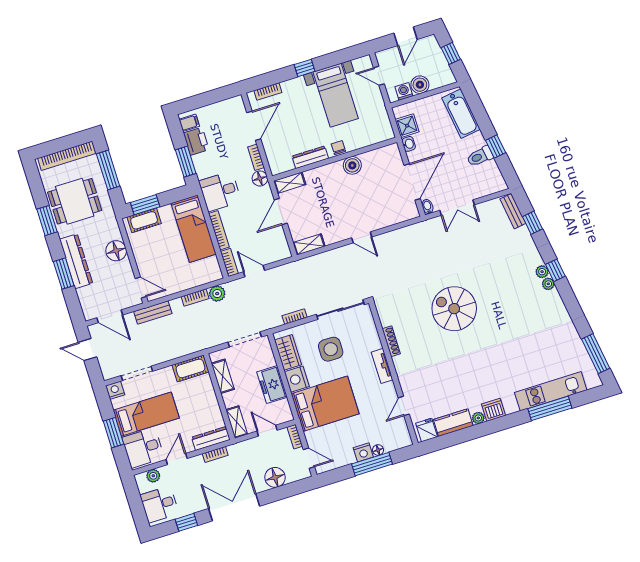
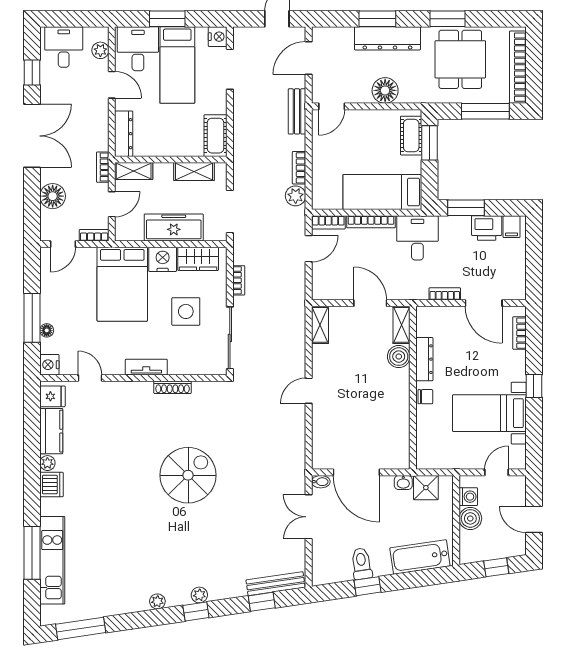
boiler: (352, 165) -> (399, 357), moved
floor lamp: (260, 178) -> (418, 291), removed
bench: (513, 211) -> (276, 584), width x1.36
plant: (548, 284) -> (157, 601), moved
freezer: (272, 385) -> (174, 228), width x1.40
nightstand: (363, 452) -> (49, 365), moved
bookcase: (215, 454) -> (103, 167), moved

